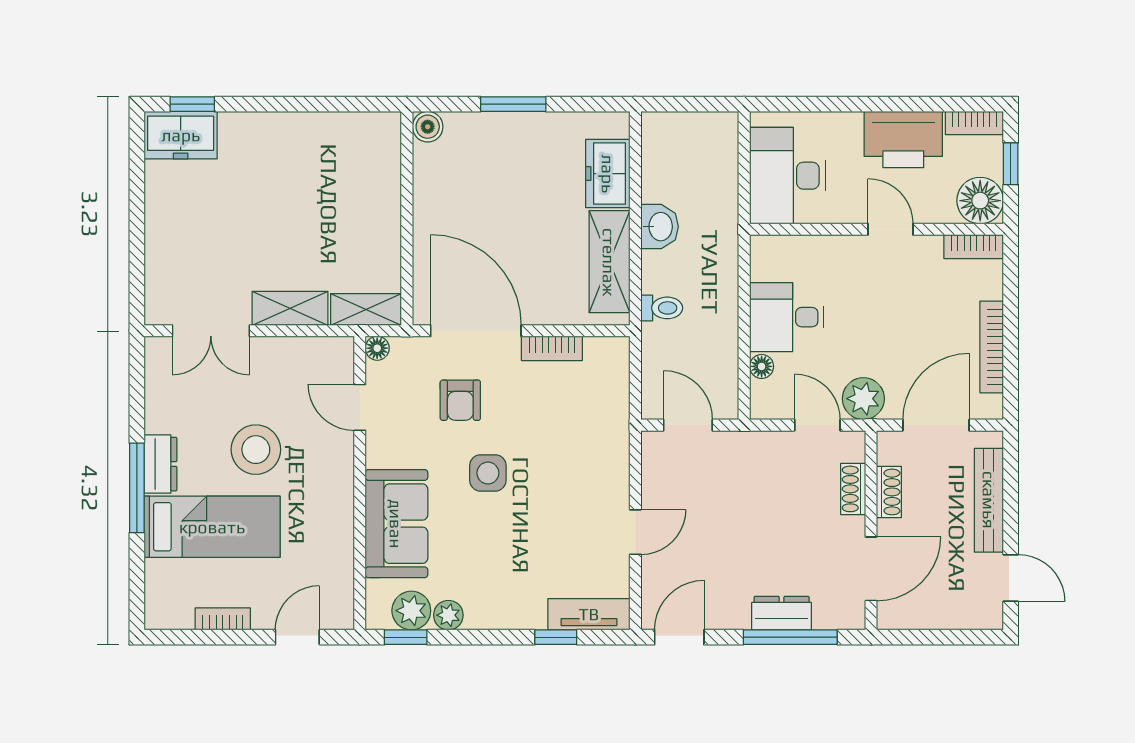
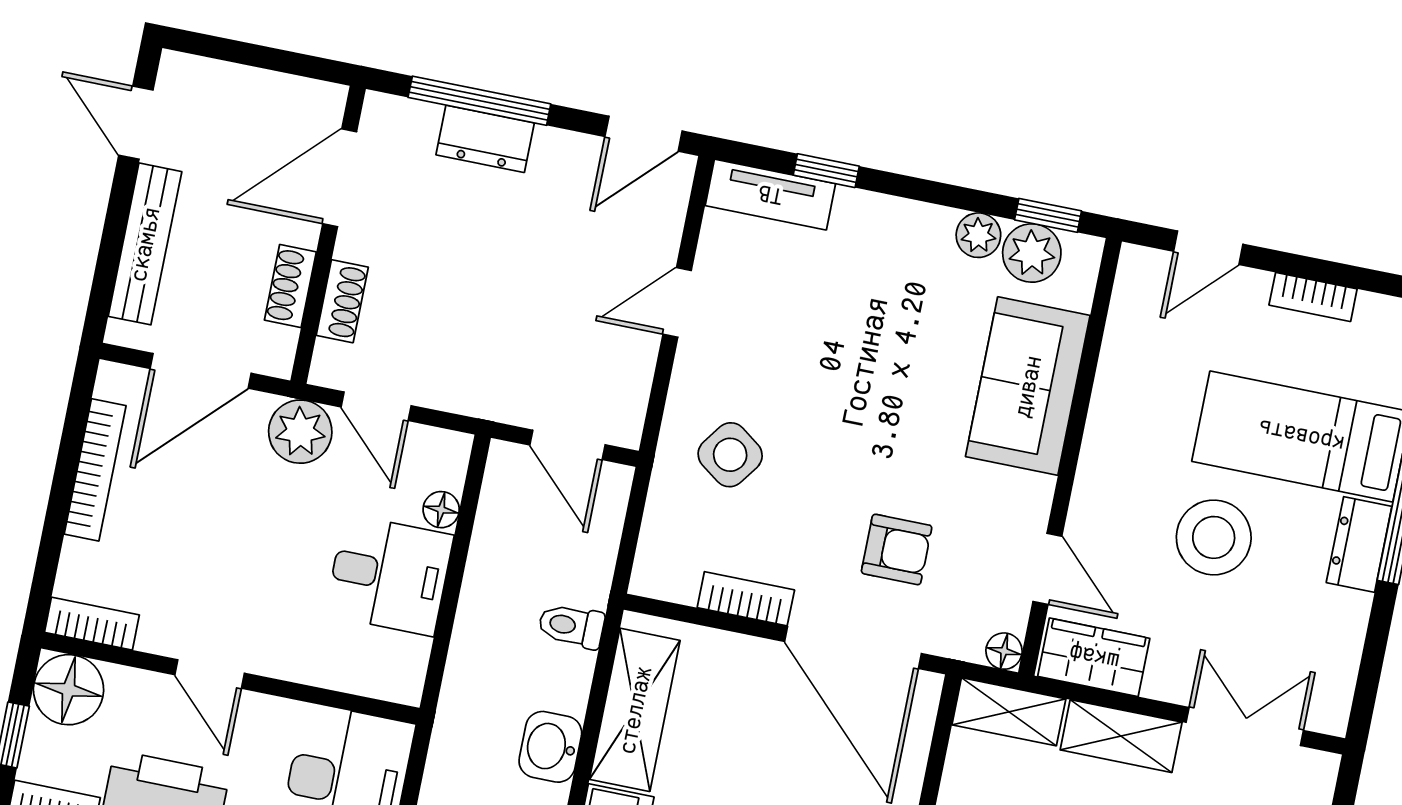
wardrobe: (318, 356) -> (1094, 657), added
armchair: (460, 400) -> (897, 549), turned 90
side table: (488, 473) -> (730, 455), moved, turned 36

